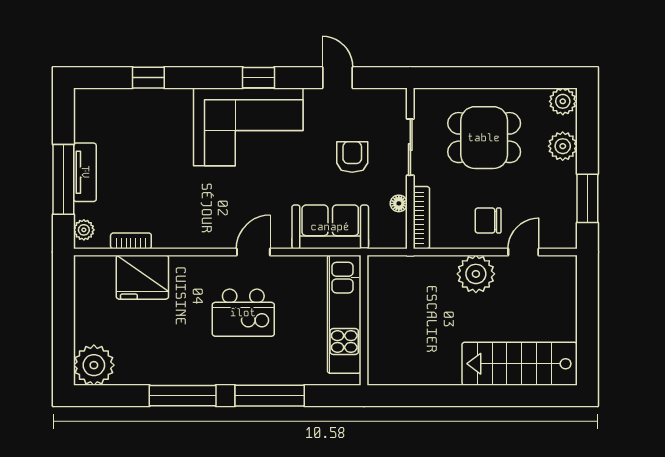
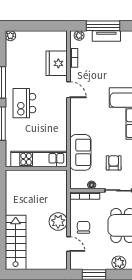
armchair: (352, 157) -> (114, 163), turned -90
door: (253, 252) -> (69, 90), moved
kitchen island: (243, 313) -> (24, 103), moved
plant: (94, 365) -> (10, 36), width x0.53, depth x0.53

